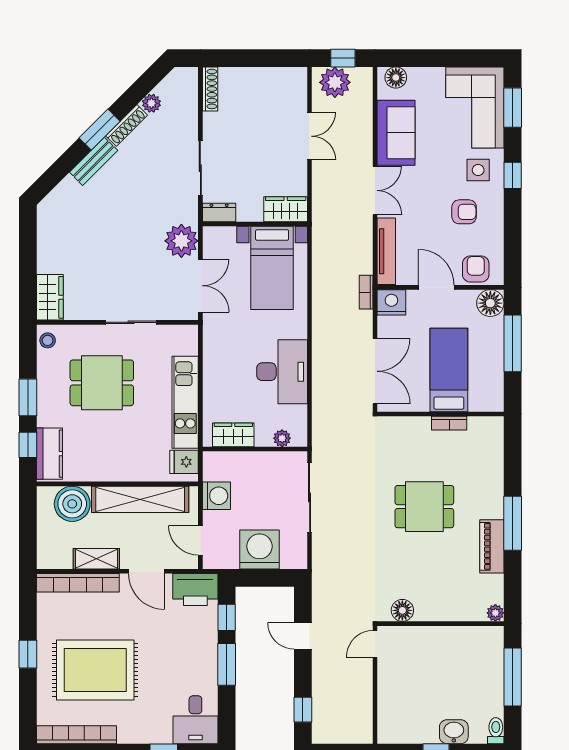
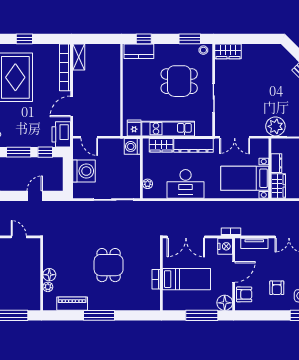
dresser: (219, 213) -> (276, 163), moved
plant: (181, 241) -> (275, 126), moved
tv unit: (386, 251) -> (254, 243), width x0.71
dresser: (215, 358) -> (193, 145), added
dining table: (102, 383) -> (179, 81), turned 90
window: (28, 397) -> (190, 39), moved
wardrobe: (233, 435) -> (161, 145), moved, turned 90
washing machine: (216, 496) -> (132, 146), moved, turned 90
shelving: (140, 499) -> (113, 103), removed
boiler: (72, 504) -> (110, 64), removed
door: (200, 540) -> (89, 137), swing flipped
piano: (492, 546) -> (72, 304), moved
shelving: (96, 559) -> (79, 57), moved
floor lamp: (402, 610) -> (49, 275), moved
plant: (495, 613) -> (48, 287), moved
door: (375, 644) -> (19, 237), moved

